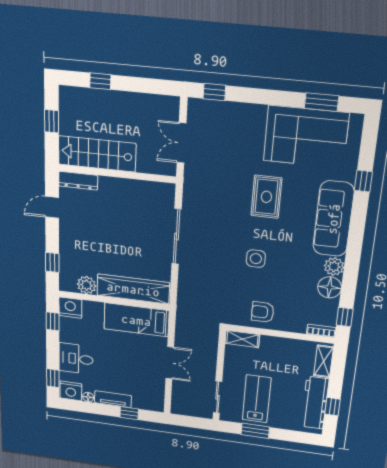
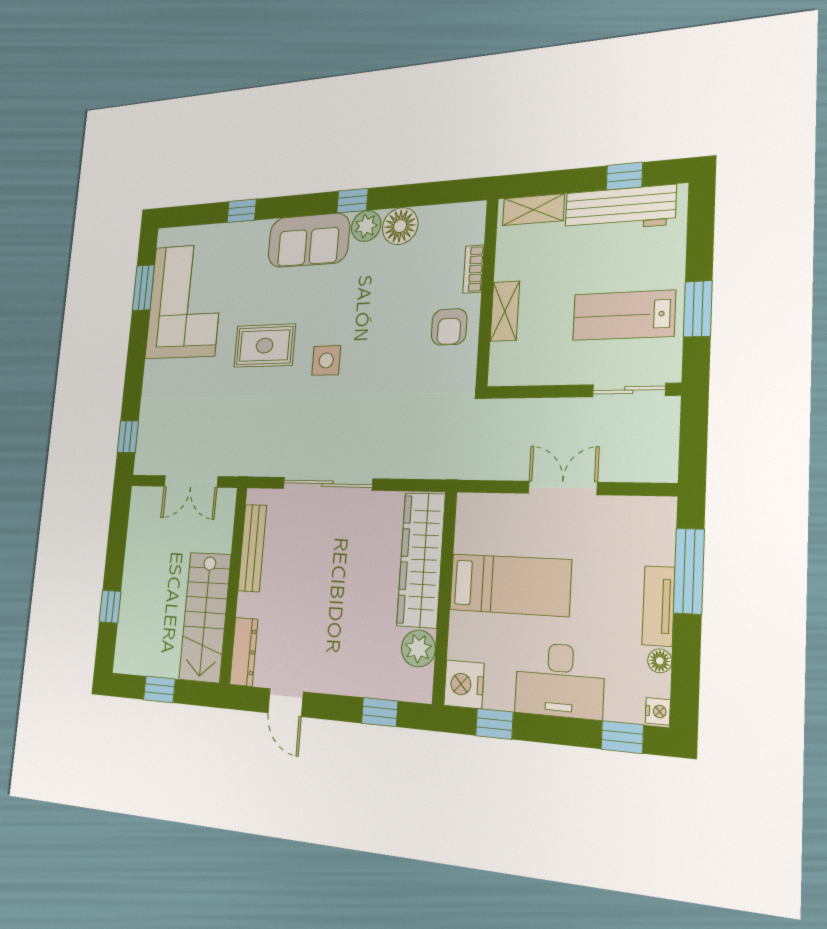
bench: (139, 187) -> (252, 548), added
sofa: (333, 219) -> (309, 240), width x0.73
side table: (256, 259) -> (326, 360), moved
window: (345, 317) -> (352, 201), moved
bed: (136, 320) -> (510, 585), moved, turned -90
bookcase: (321, 331) -> (474, 269), moved
shelving: (242, 339) -> (505, 311), moved
desk: (76, 359) -> (560, 680), width x1.37
nightstand: (71, 391) -> (658, 711), width x0.53, depth x0.56
window: (129, 413) -> (689, 571), width x2.17

